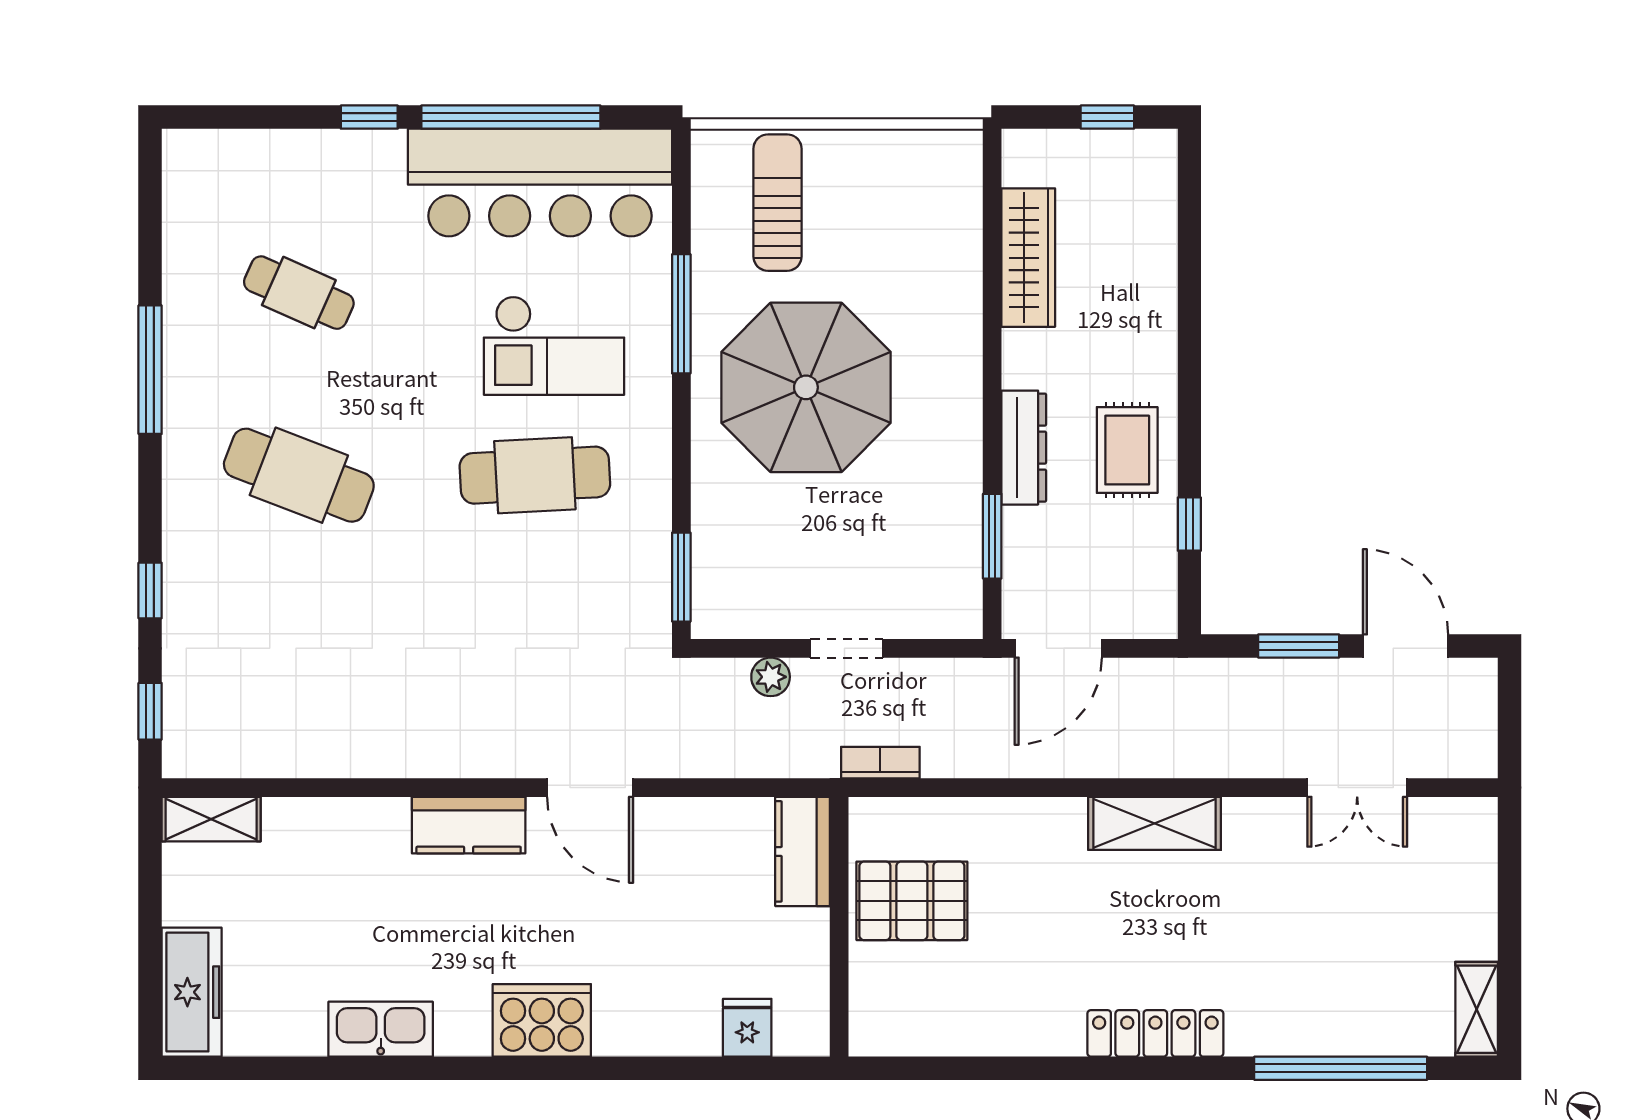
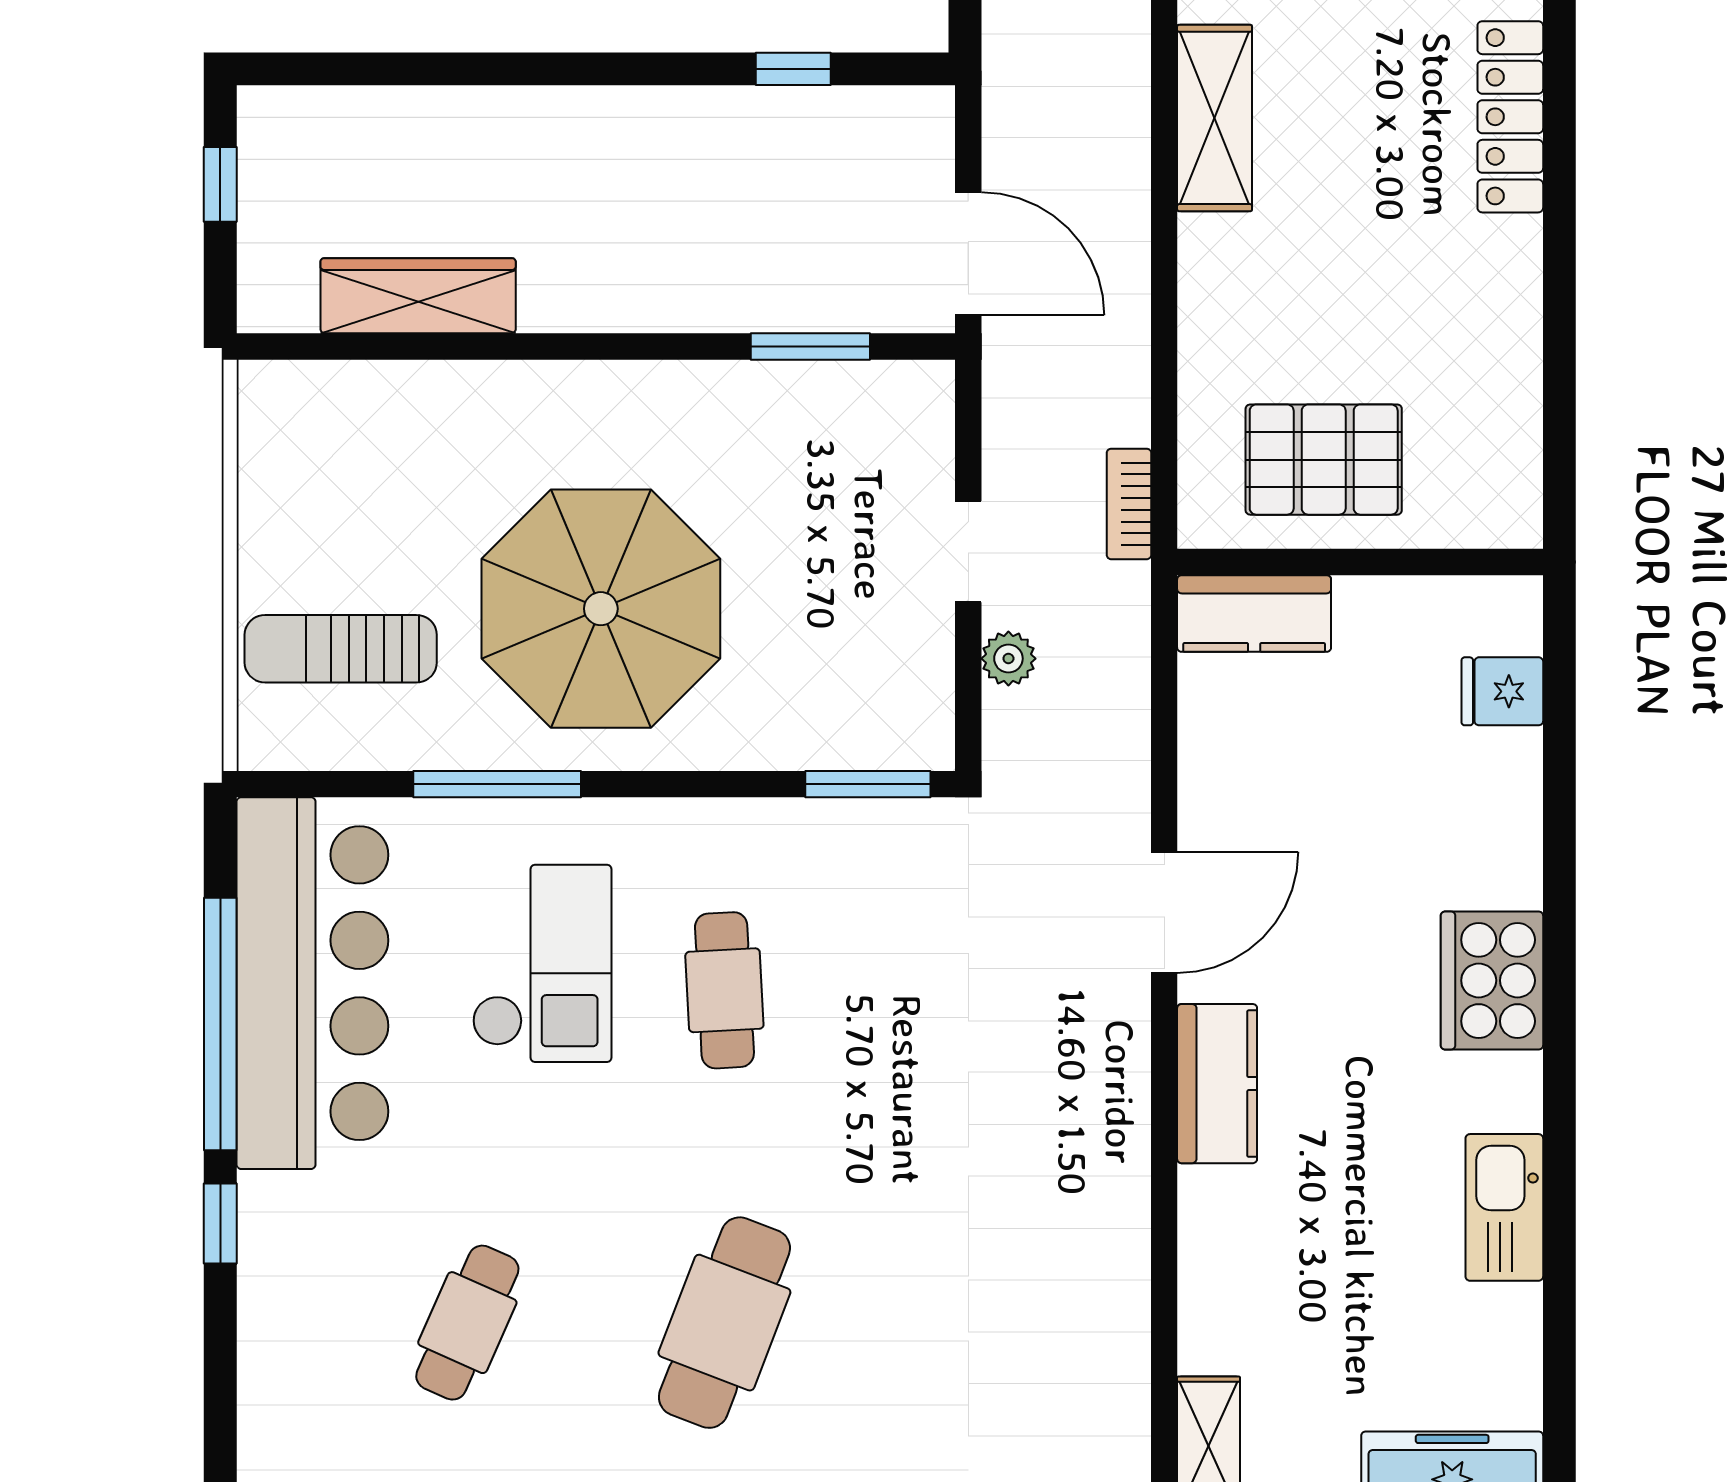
dresser: (1024, 448) -> (686, 302), removed
rug: (1127, 450) -> (689, 156), removed
cafe table: (535, 475) -> (724, 990), width x0.73, depth x0.74
pallet: (912, 901) -> (1324, 460), turned 90

